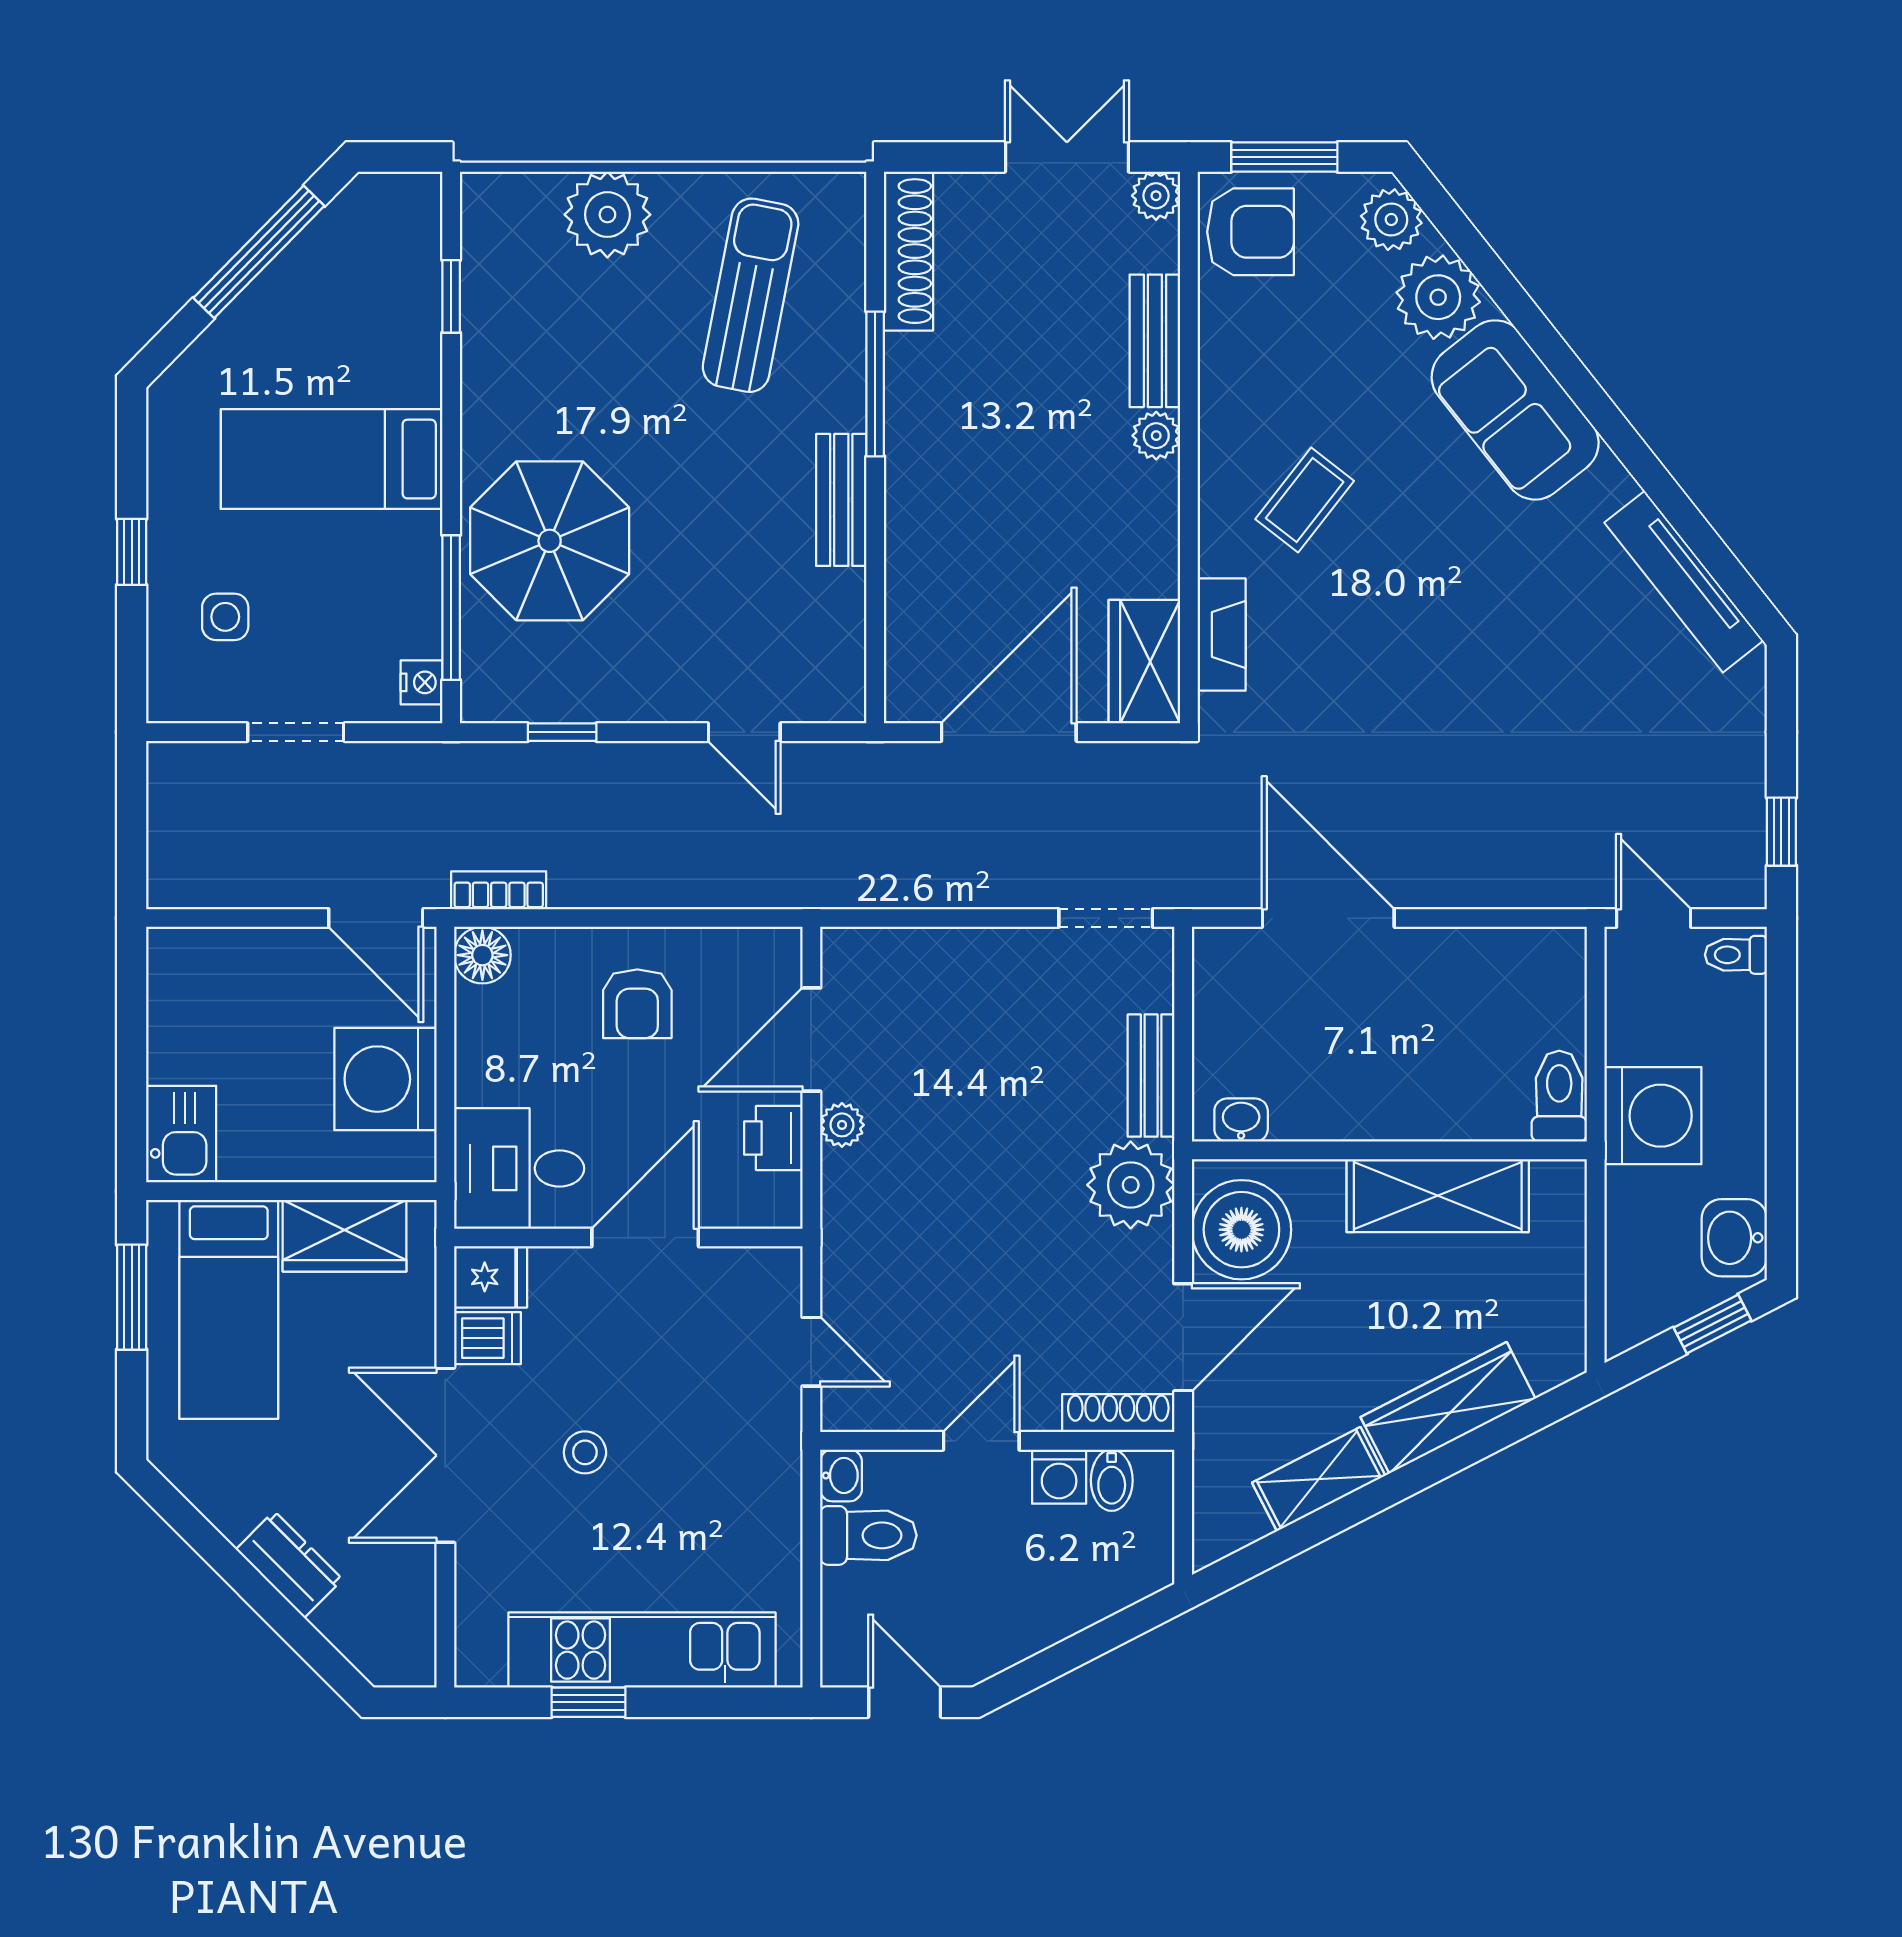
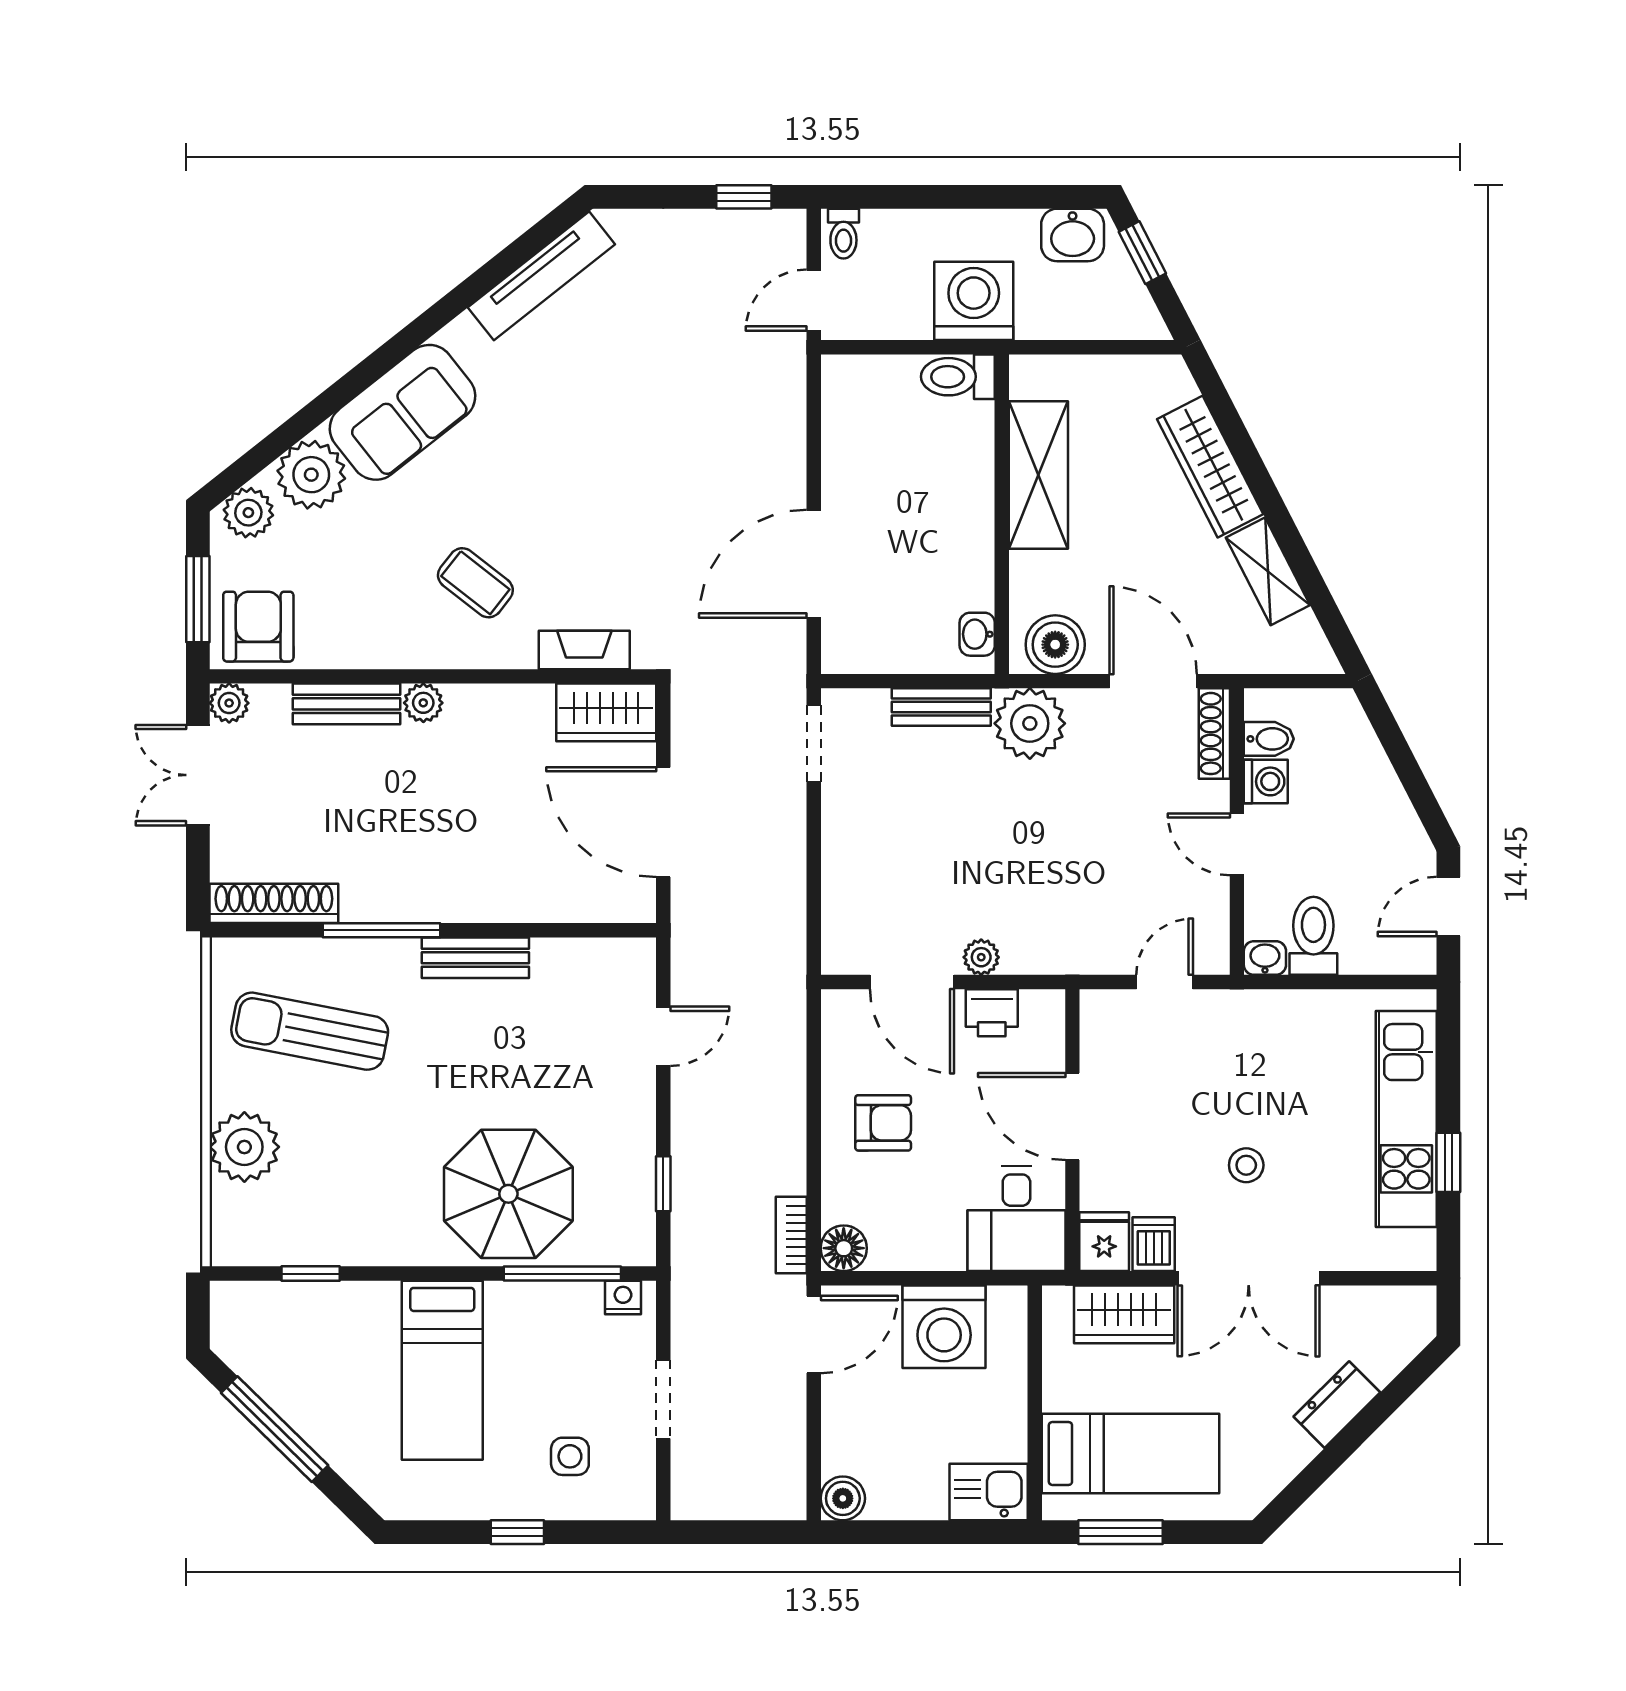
boiler: (173, 954) -> (843, 1498), added
boiler: (1241, 1230) -> (1055, 645), width x0.73, depth x0.73
wardrobe: (345, 1236) -> (1124, 1314), moved, turned 90

